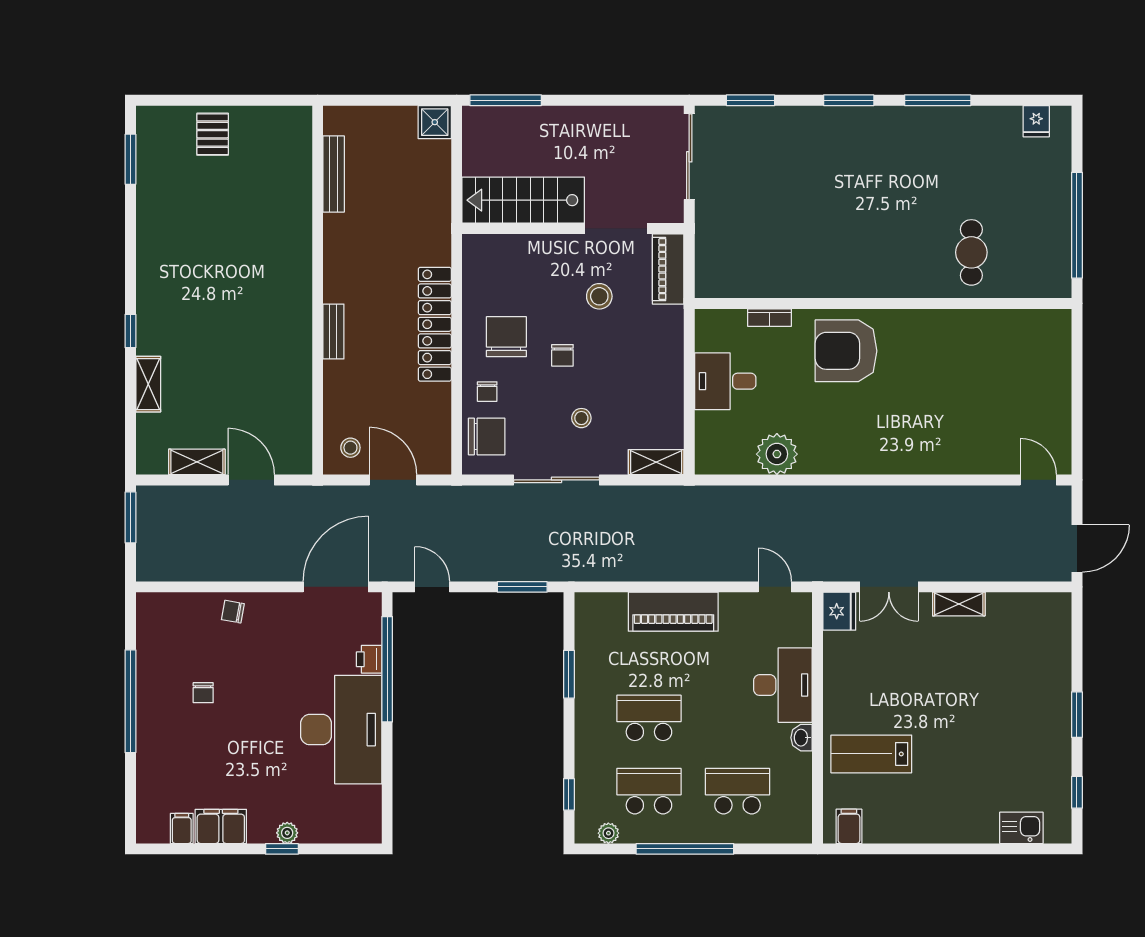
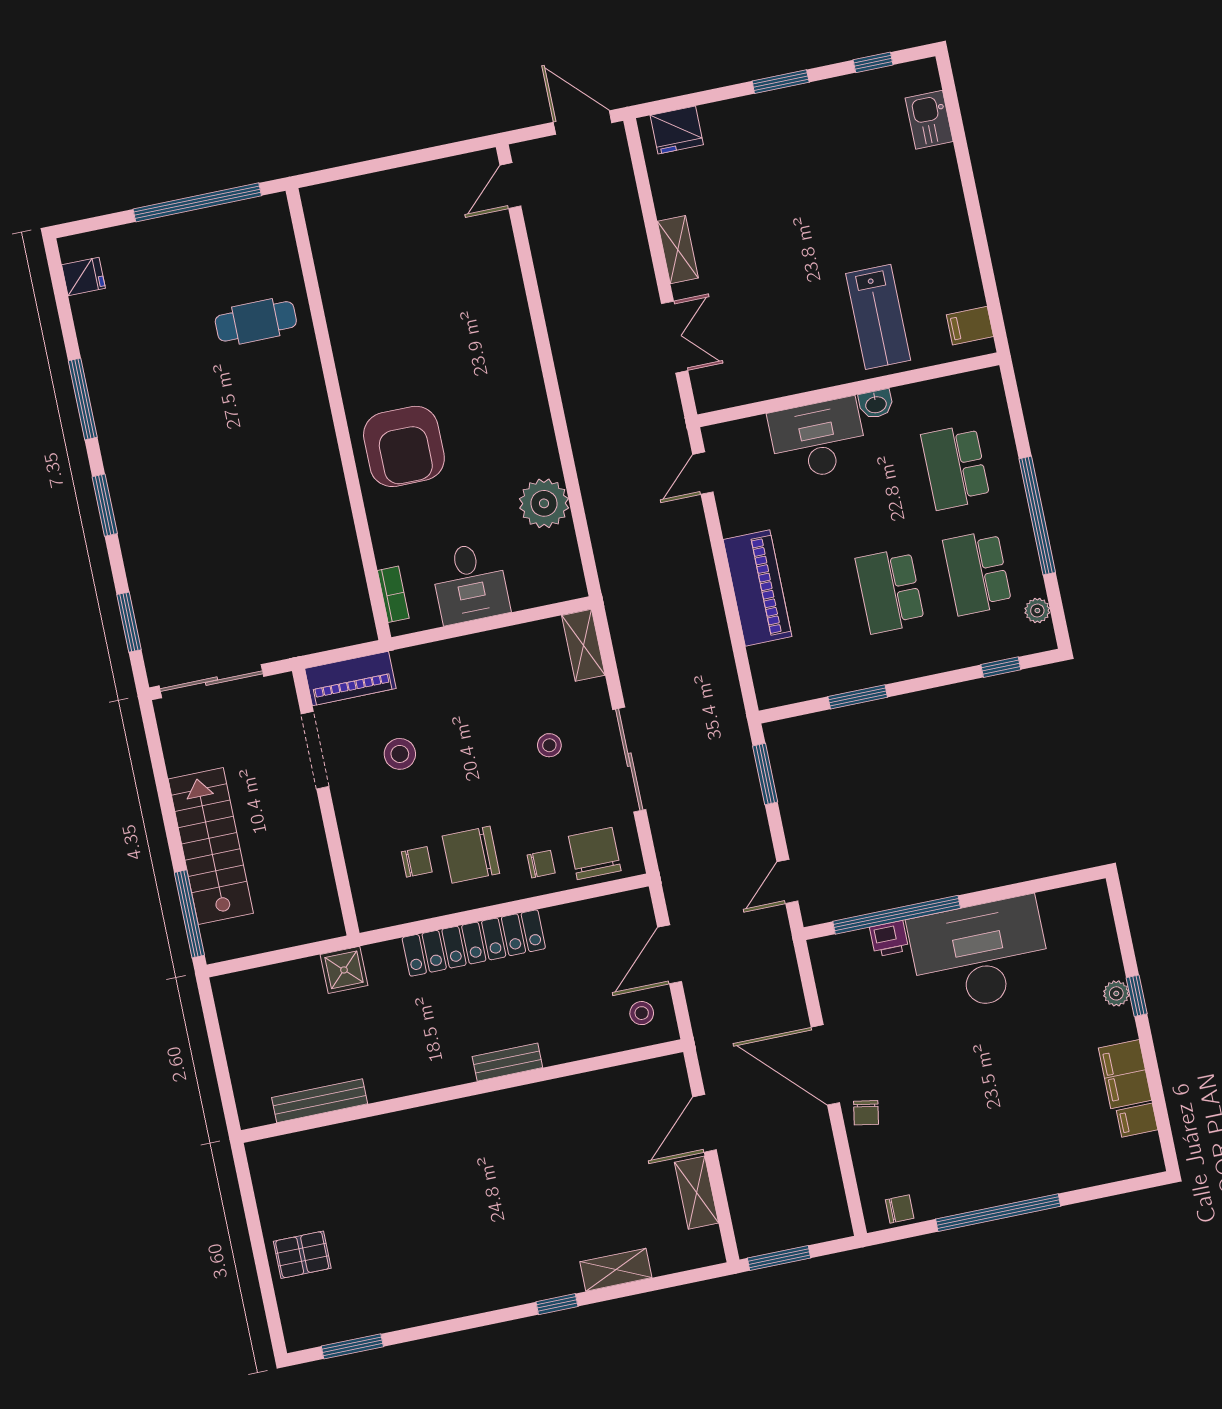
shower: (435, 122) -> (344, 970), moved
stairs: (523, 200) -> (211, 846), moved, turned 180
bookcase: (770, 318) -> (393, 594), moved
chair: (562, 355) -> (417, 862), moved
door: (336, 587) -> (825, 1065), moved
fridge: (839, 611) -> (677, 130), moved, turned 180
chair: (203, 693) -> (900, 1209), moved

